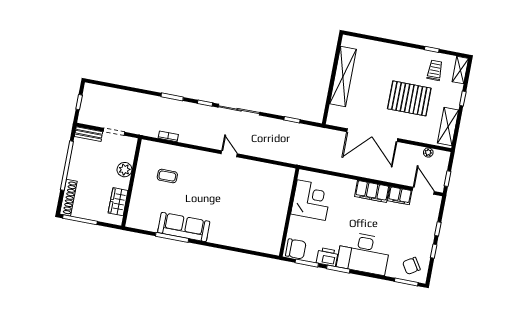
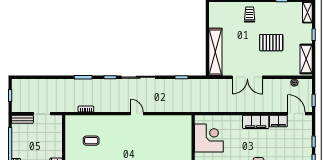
trolley: (435, 70) -> (250, 14), moved
shelving: (343, 77) -> (215, 52), moved
pallet: (409, 98) -> (271, 43), width x0.73, depth x0.71
double door: (372, 135) -> (247, 77), width x0.73
plant: (124, 170) -> (56, 142), removed

